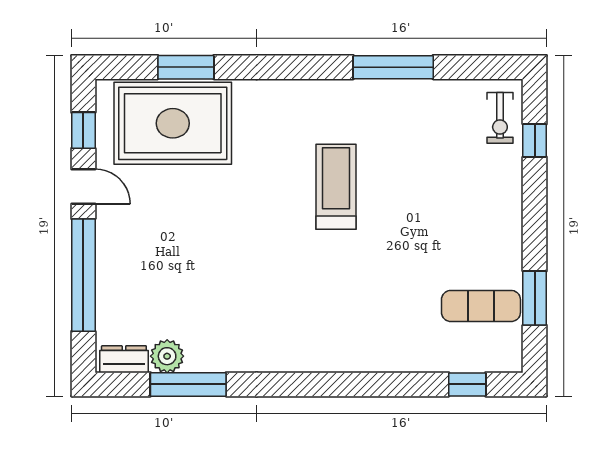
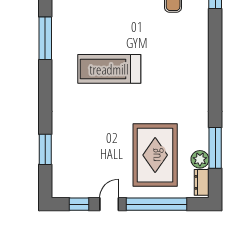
rug: (173, 123) -> (155, 155), moved
treadmill: (336, 187) -> (109, 69), width x1.37, depth x1.38

